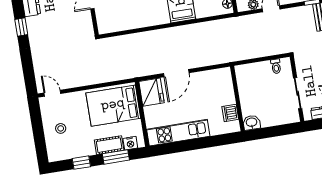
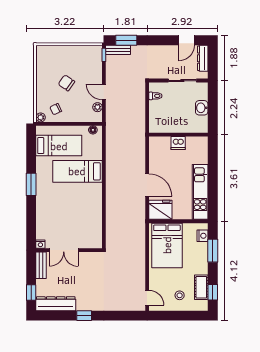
door: (52, 93) -> (147, 298), swing flipped
dishwasher: (230, 113) -> (178, 143), moved
washbasin: (252, 123) -> (202, 108), moved
cot: (109, 145) -> (201, 287), moved
window: (81, 163) -> (213, 292), moved

